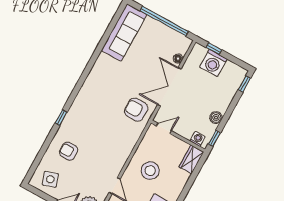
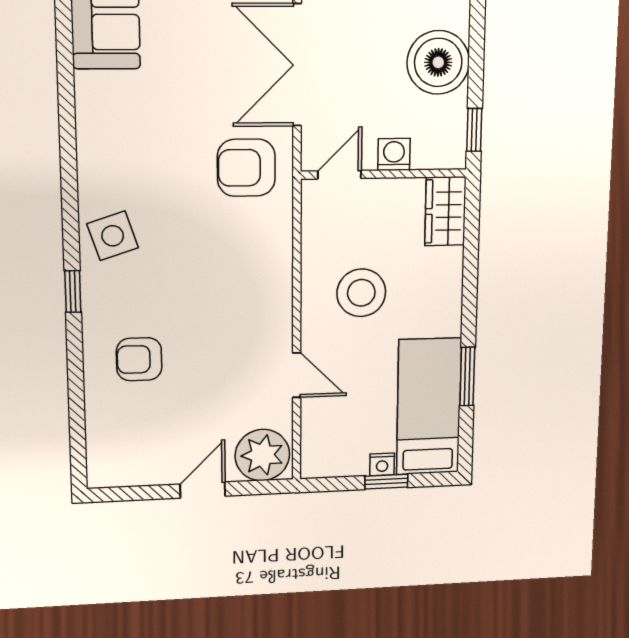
boiler: (216, 118) -> (438, 62), width x1.86, depth x1.86
washing machine: (198, 139) -> (394, 154), moved
side table: (50, 179) -> (113, 236), moved

